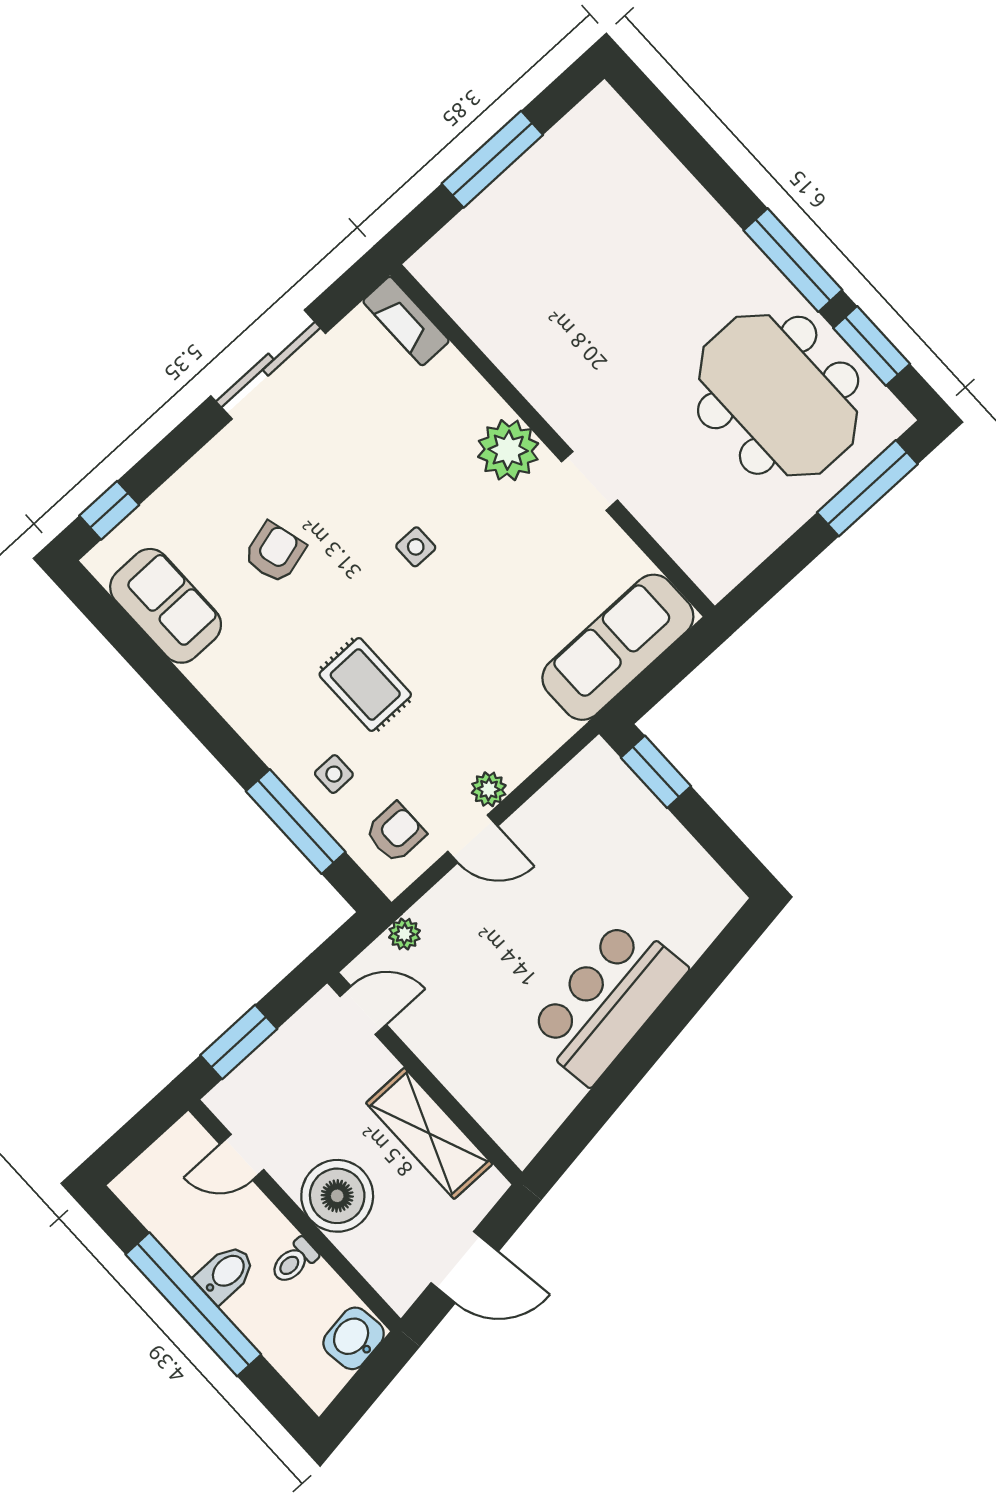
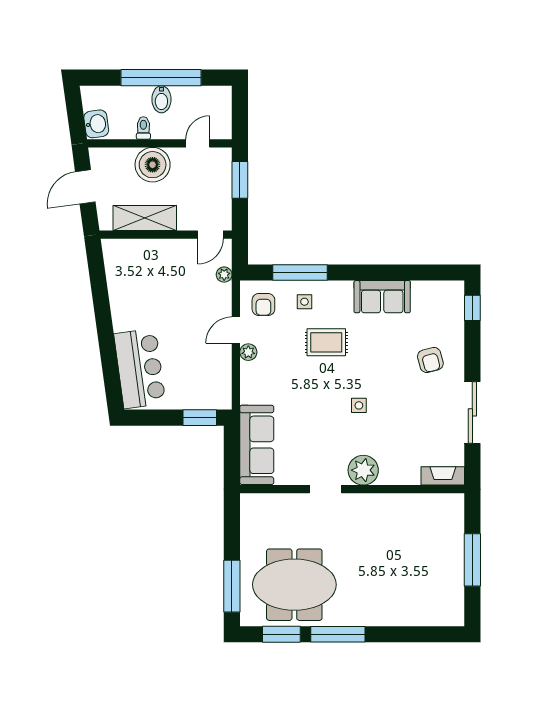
armchair: (275, 552) -> (430, 360), moved
sofa: (166, 606) -> (382, 297), moved
bar counter: (607, 1001) -> (140, 368), moved

